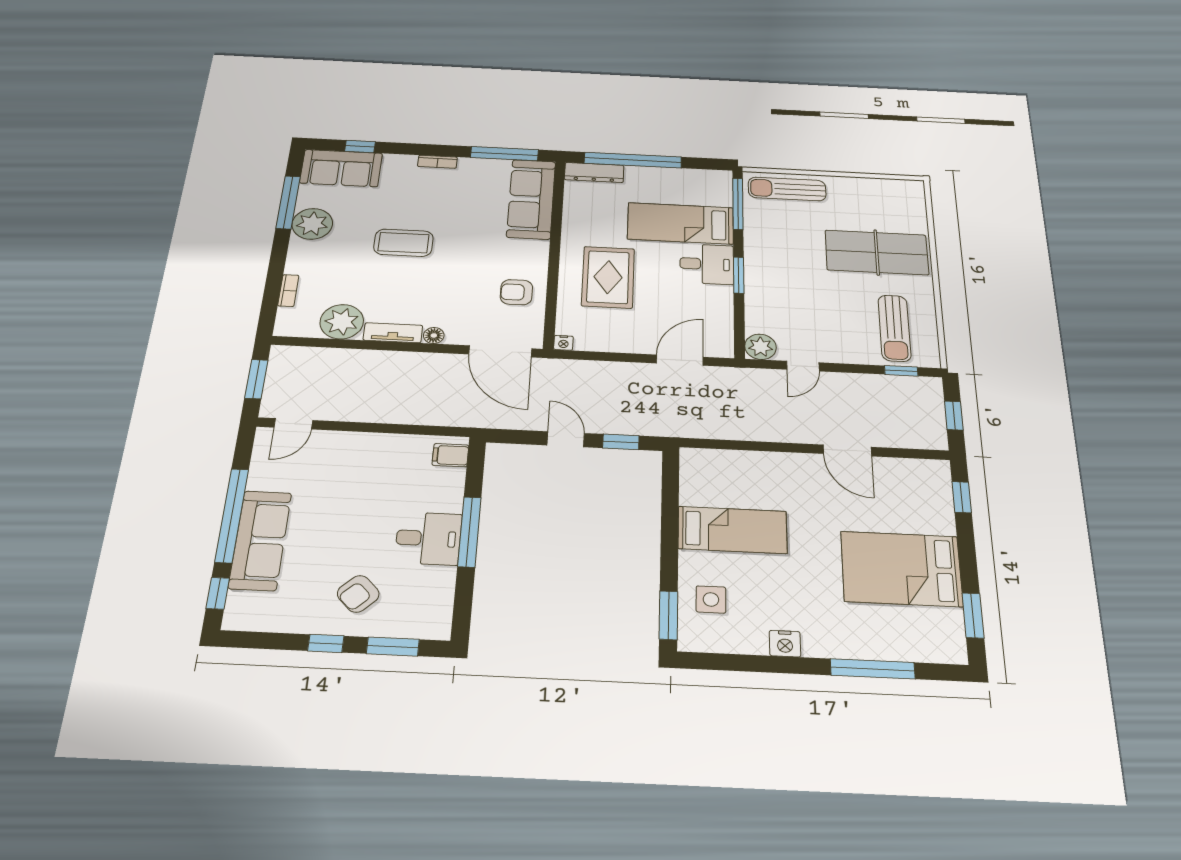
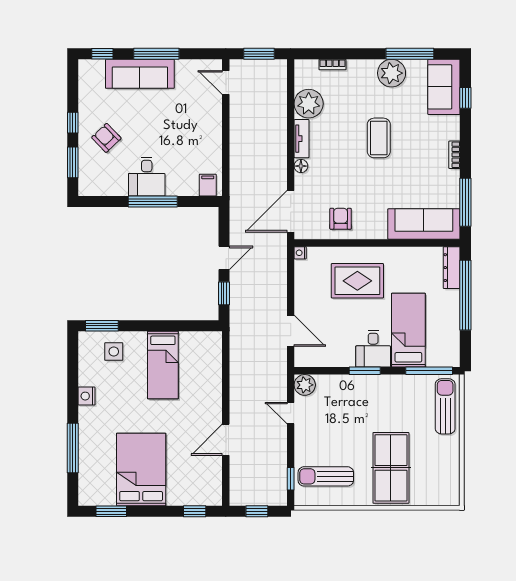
window: (232, 515) -> (156, 54), width x0.68

